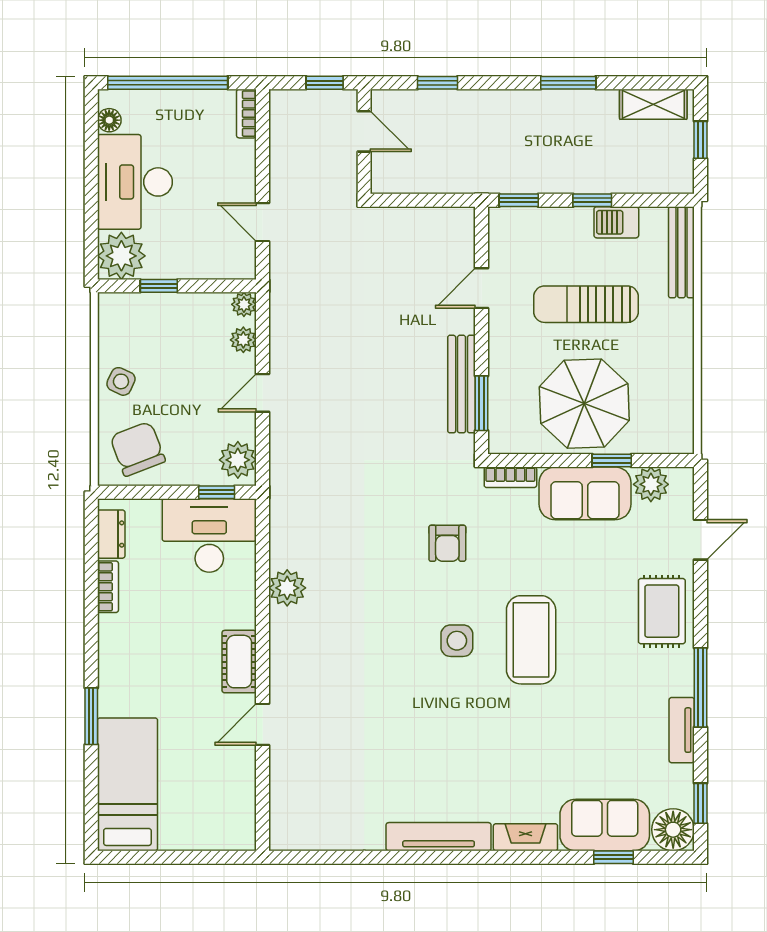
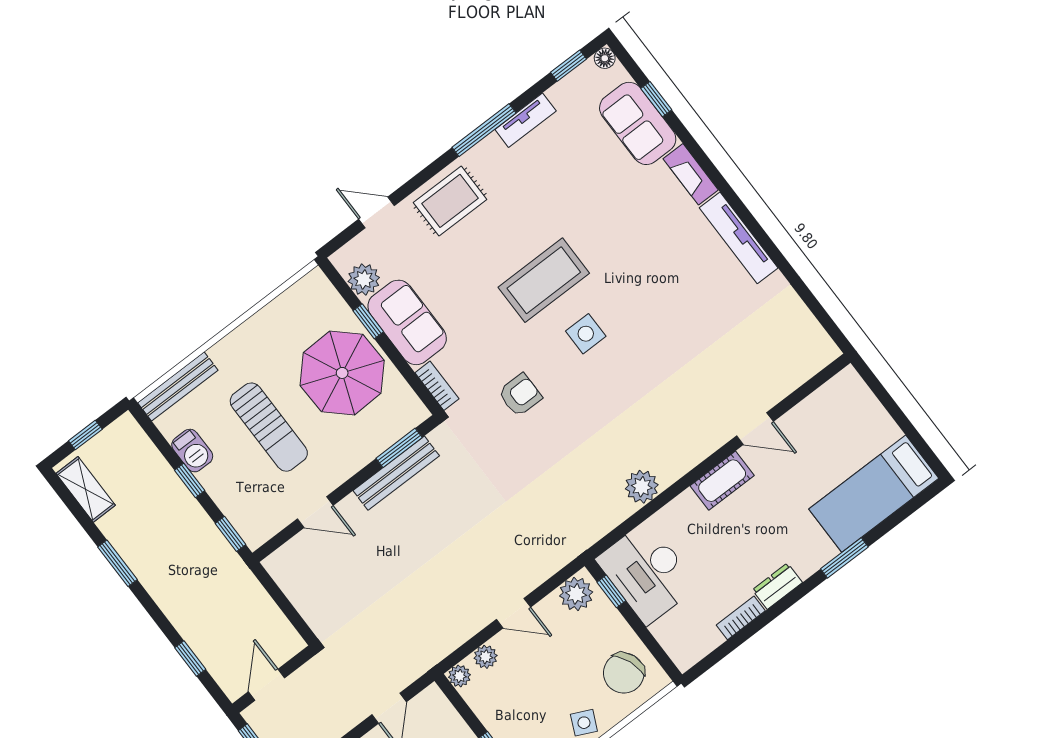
dresser: (111, 534) -> (777, 586), moved
floor lamp: (673, 830) -> (605, 58), width x0.53, depth x0.53

